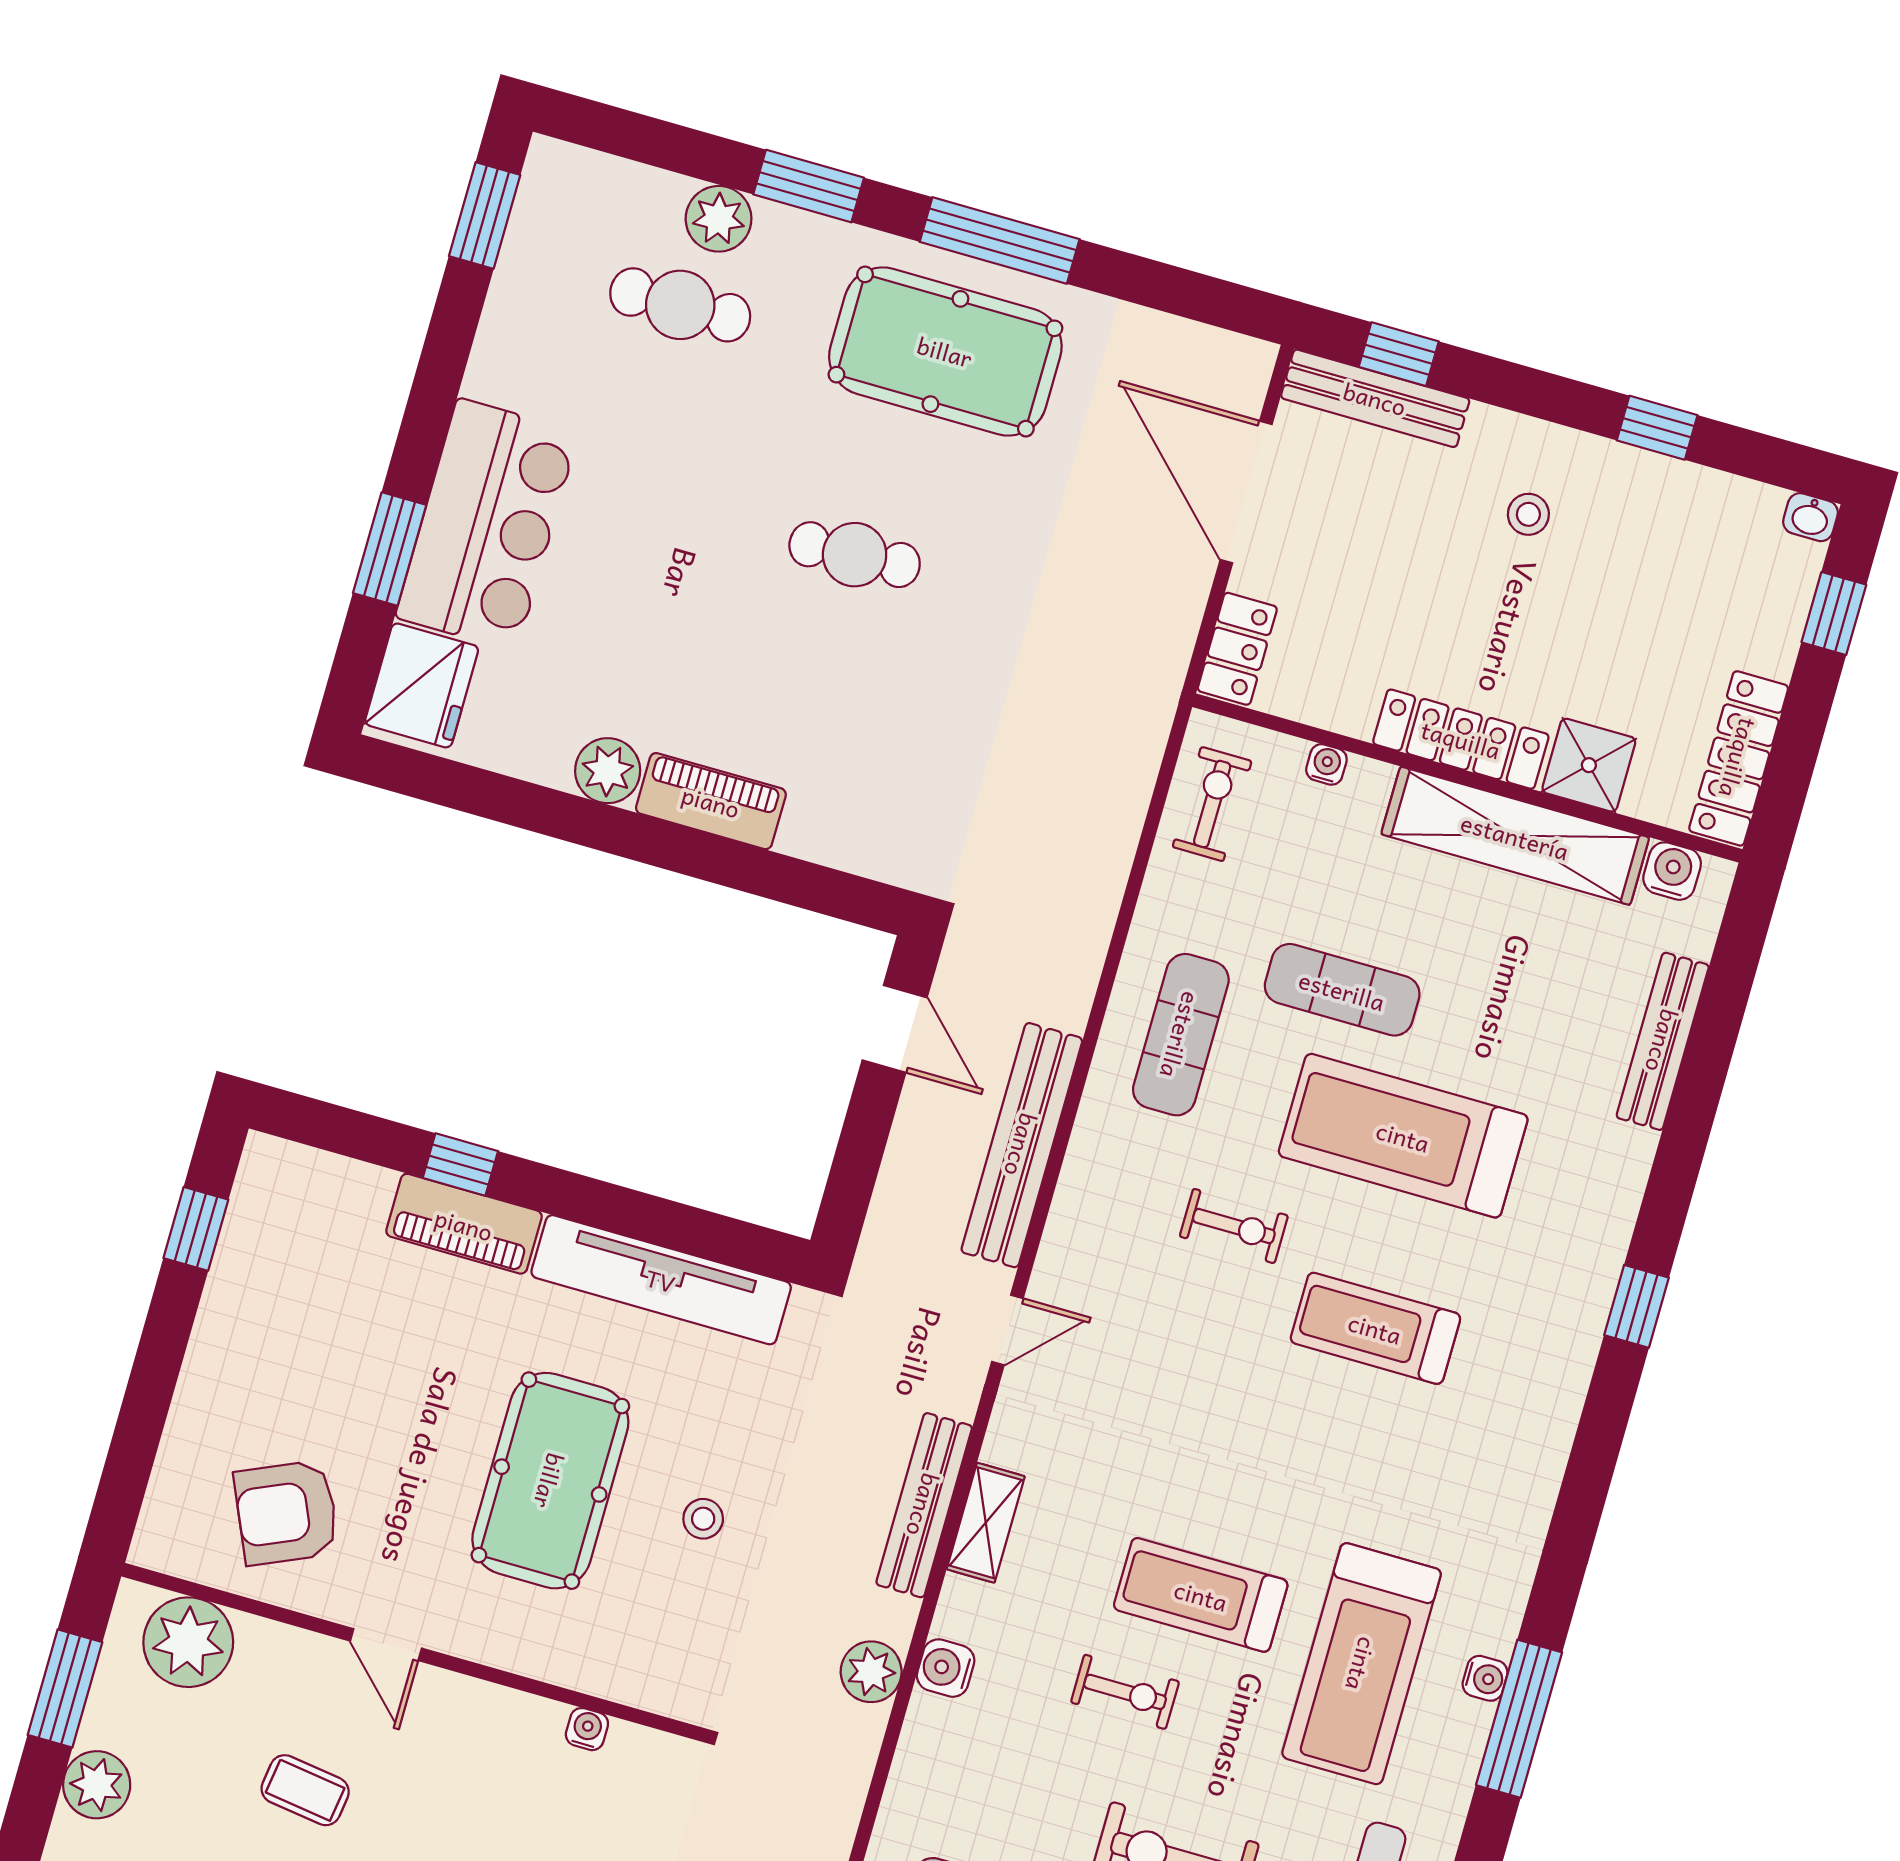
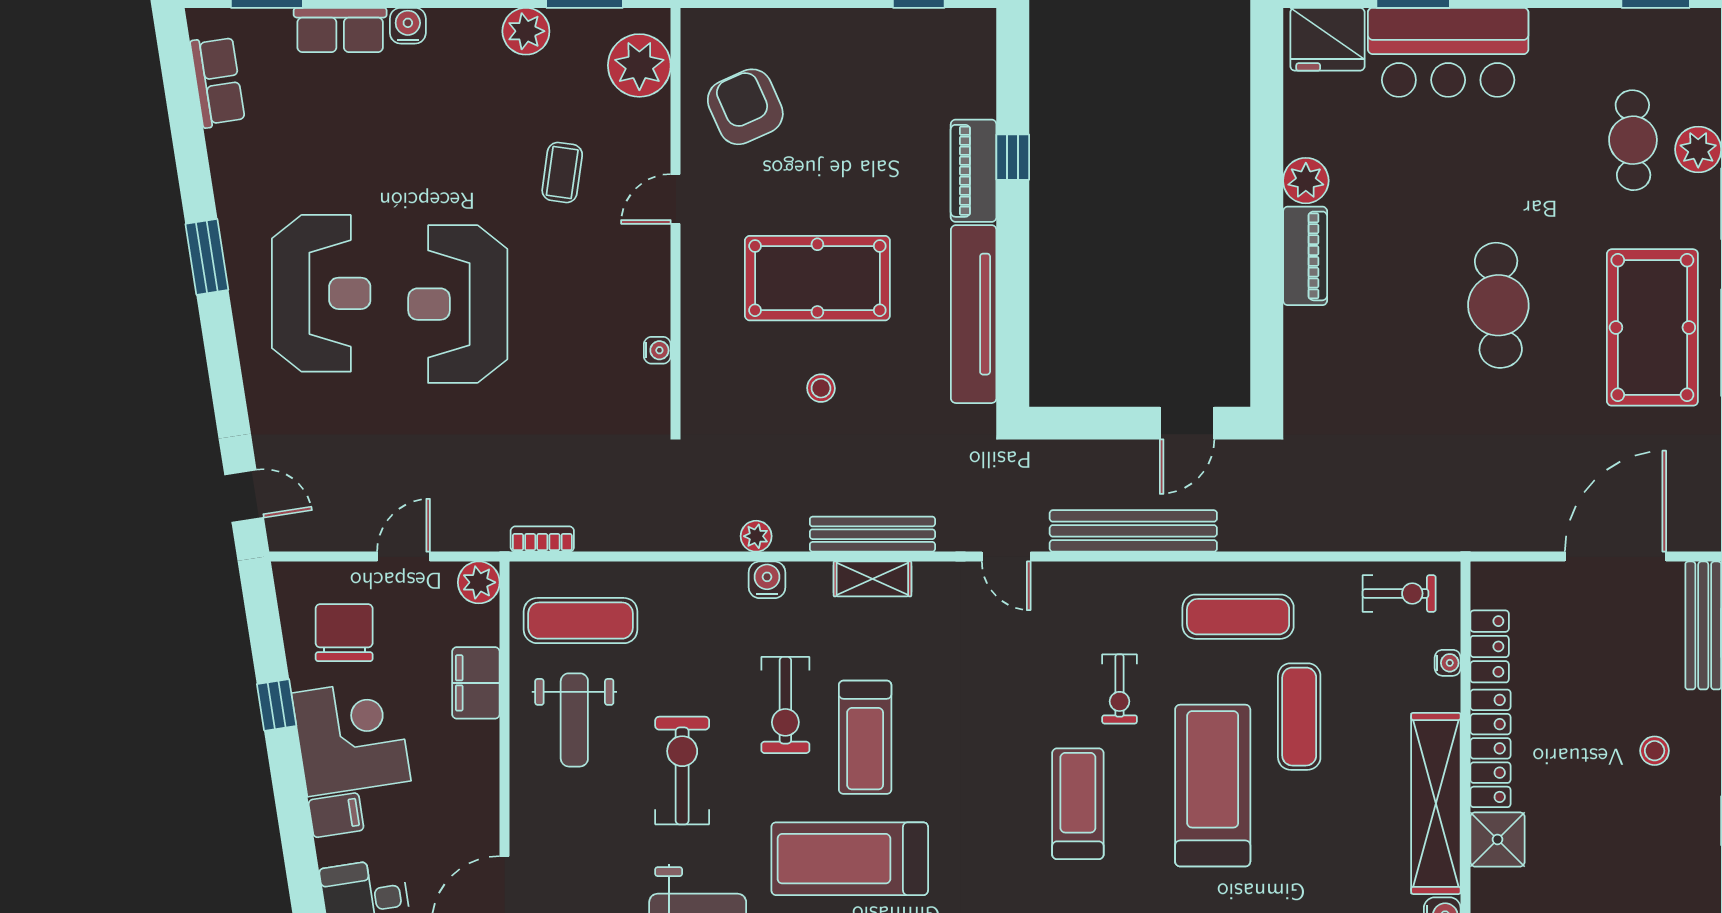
cafe table: (855, 555) -> (1498, 305), width x1.37, depth x1.35
locker: (1237, 649) -> (1490, 646), moved, turned -90
treadmill: (1201, 1595) -> (865, 737), turned 180
plant: (871, 1672) -> (756, 536), width x0.73, depth x0.73
exercise bike: (1125, 1692) -> (785, 705), width x1.38, depth x1.39

